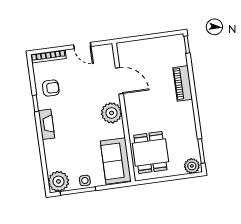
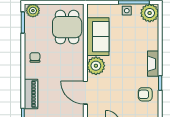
piano: (183, 83) -> (31, 94), moved
chair: (182, 113) -> (35, 57), added
sofa: (116, 161) -> (98, 37), moved

